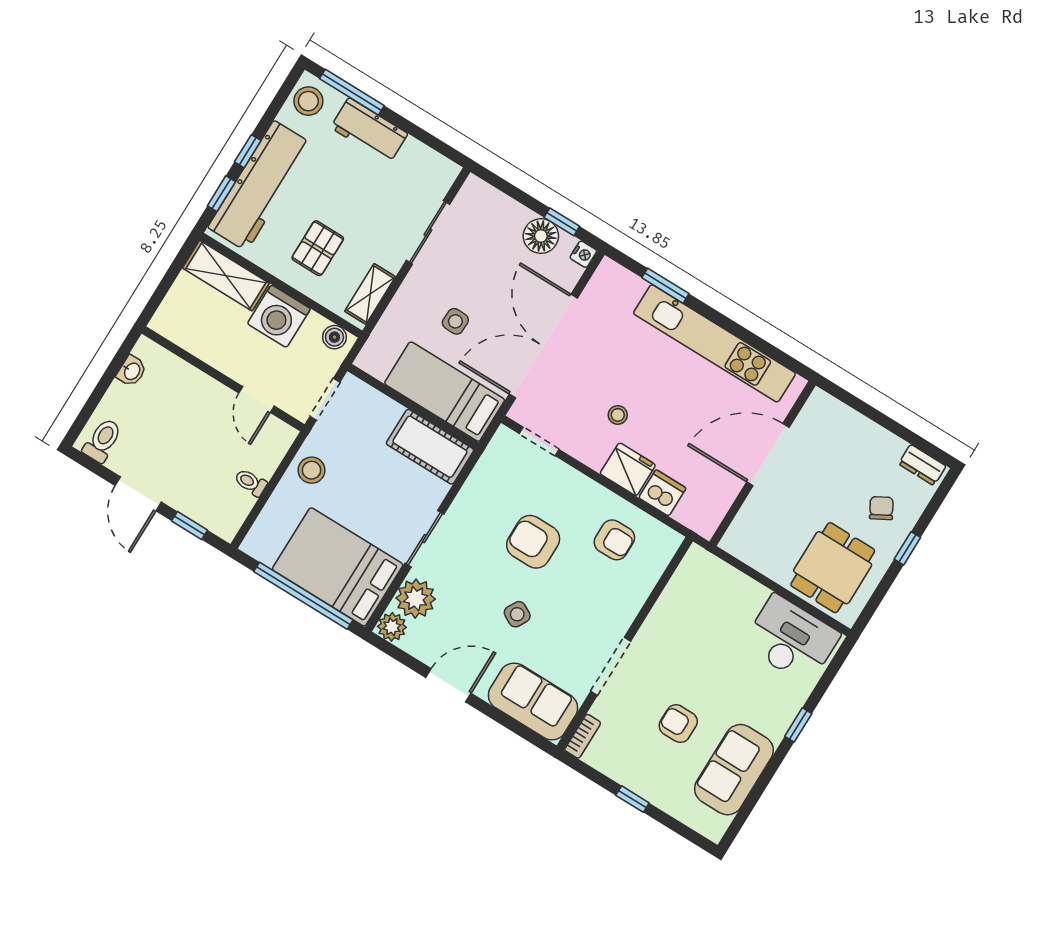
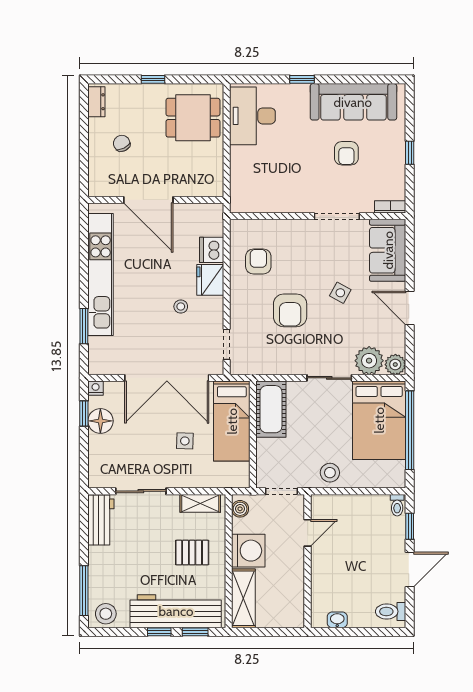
workbench: (369, 131) -> (101, 520), moved
toilet: (251, 482) -> (397, 505), moved
chair: (881, 508) -> (122, 143), moved, turned 93
sofa: (734, 770) -> (353, 102), width x1.36

